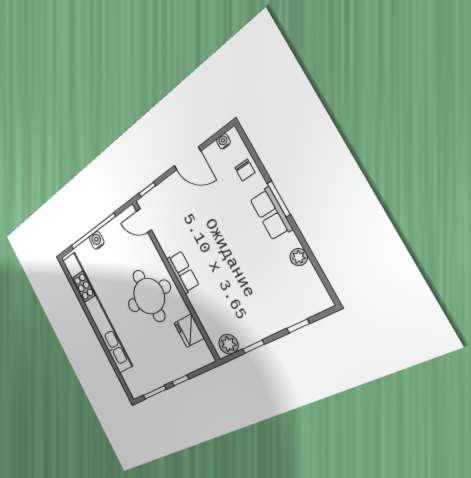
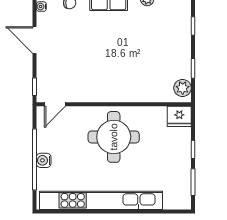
door: (187, 158) -> (35, 40), swing flipped
row of seats: (183, 272) -> (111, 94), removed
fridge: (189, 331) -> (179, 116), moved

